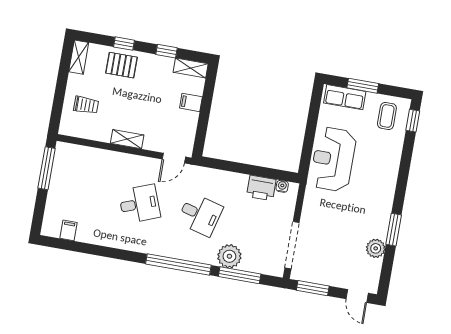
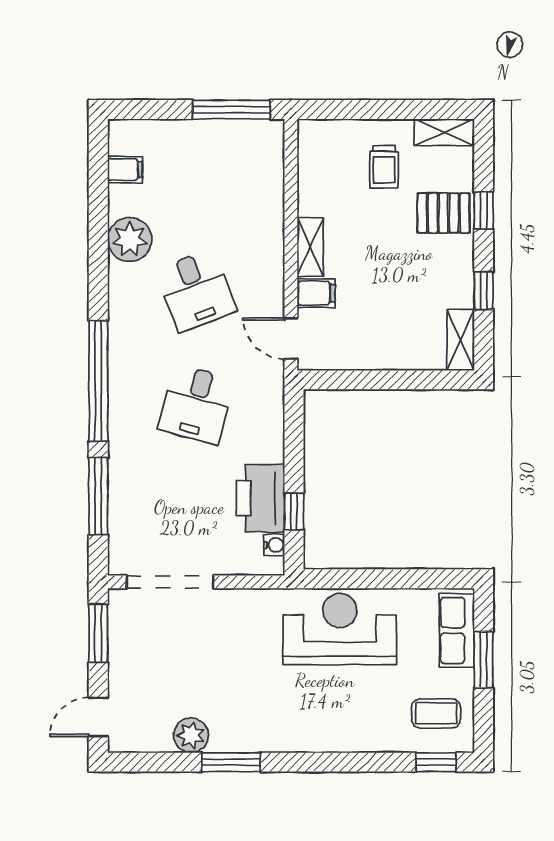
pallet: (121, 65) -> (443, 213), turned 90
filing cabinet: (191, 102) -> (316, 293), moved, turned 90
trolley: (86, 105) -> (384, 167), moved
window: (266, 173) -> (294, 512), added
printer: (261, 188) -> (260, 498), width x1.37, depth x1.19
plant: (229, 256) -> (130, 239), moved

